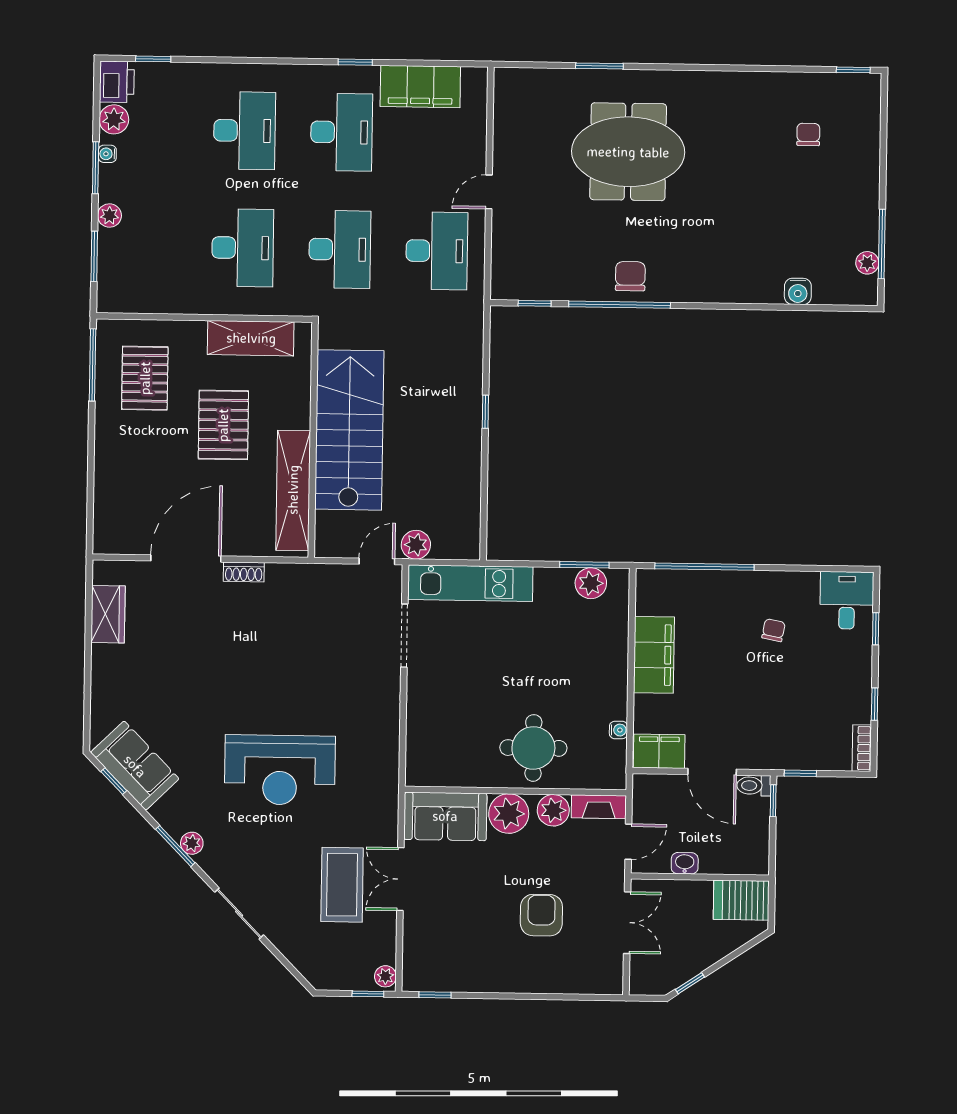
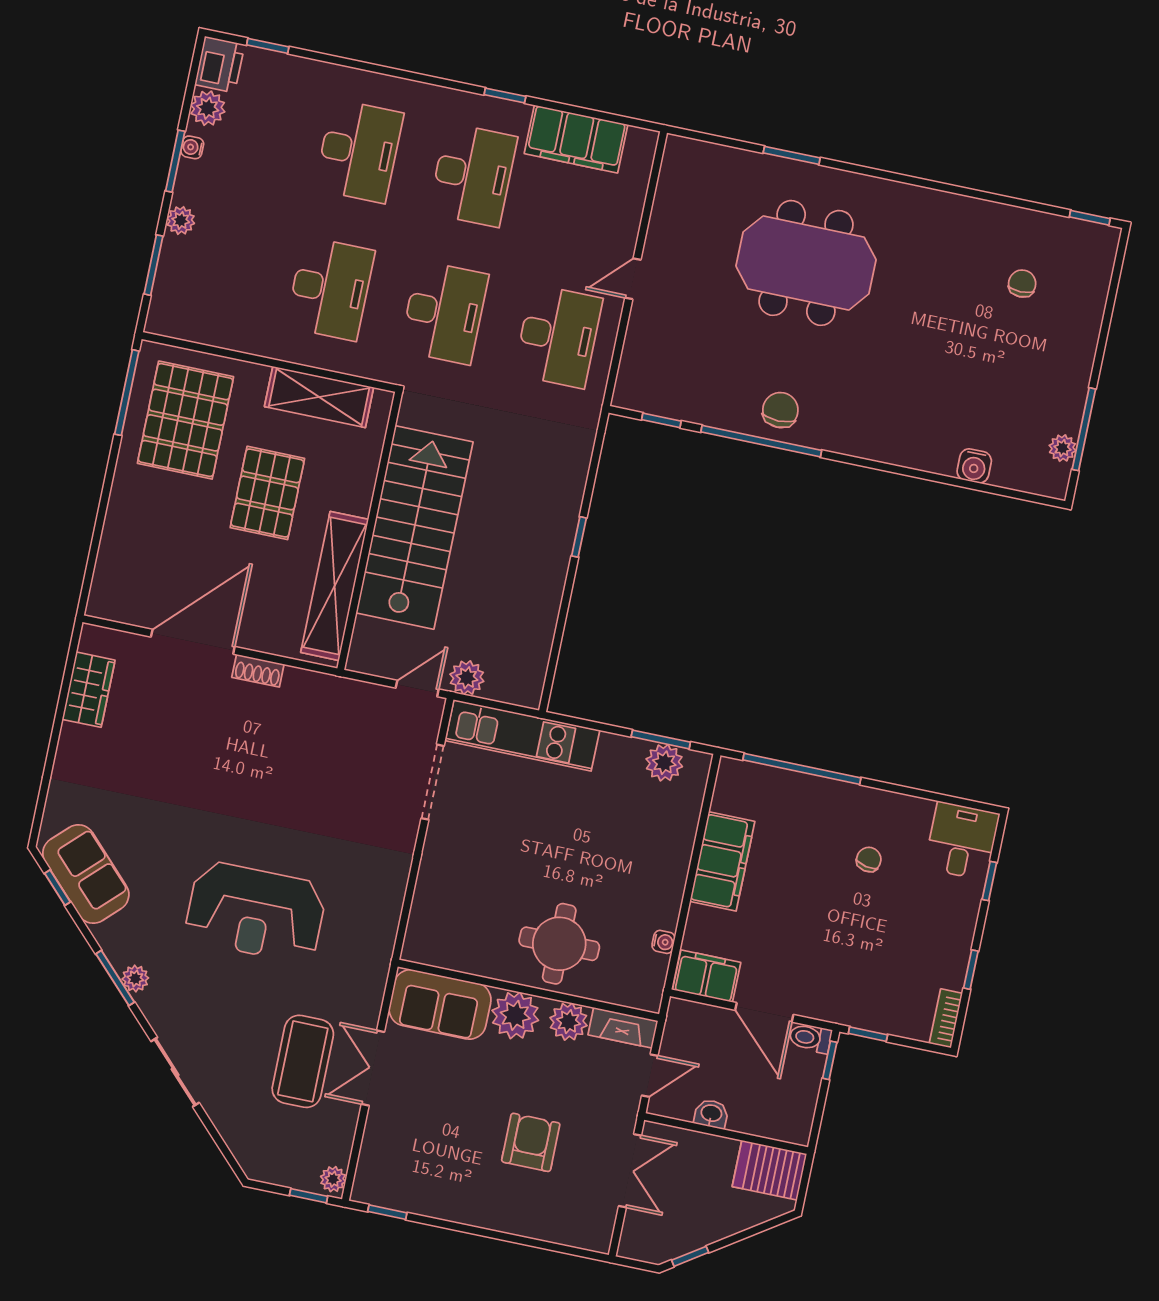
pallet: (145, 378) -> (185, 420), width x1.37, depth x1.41

